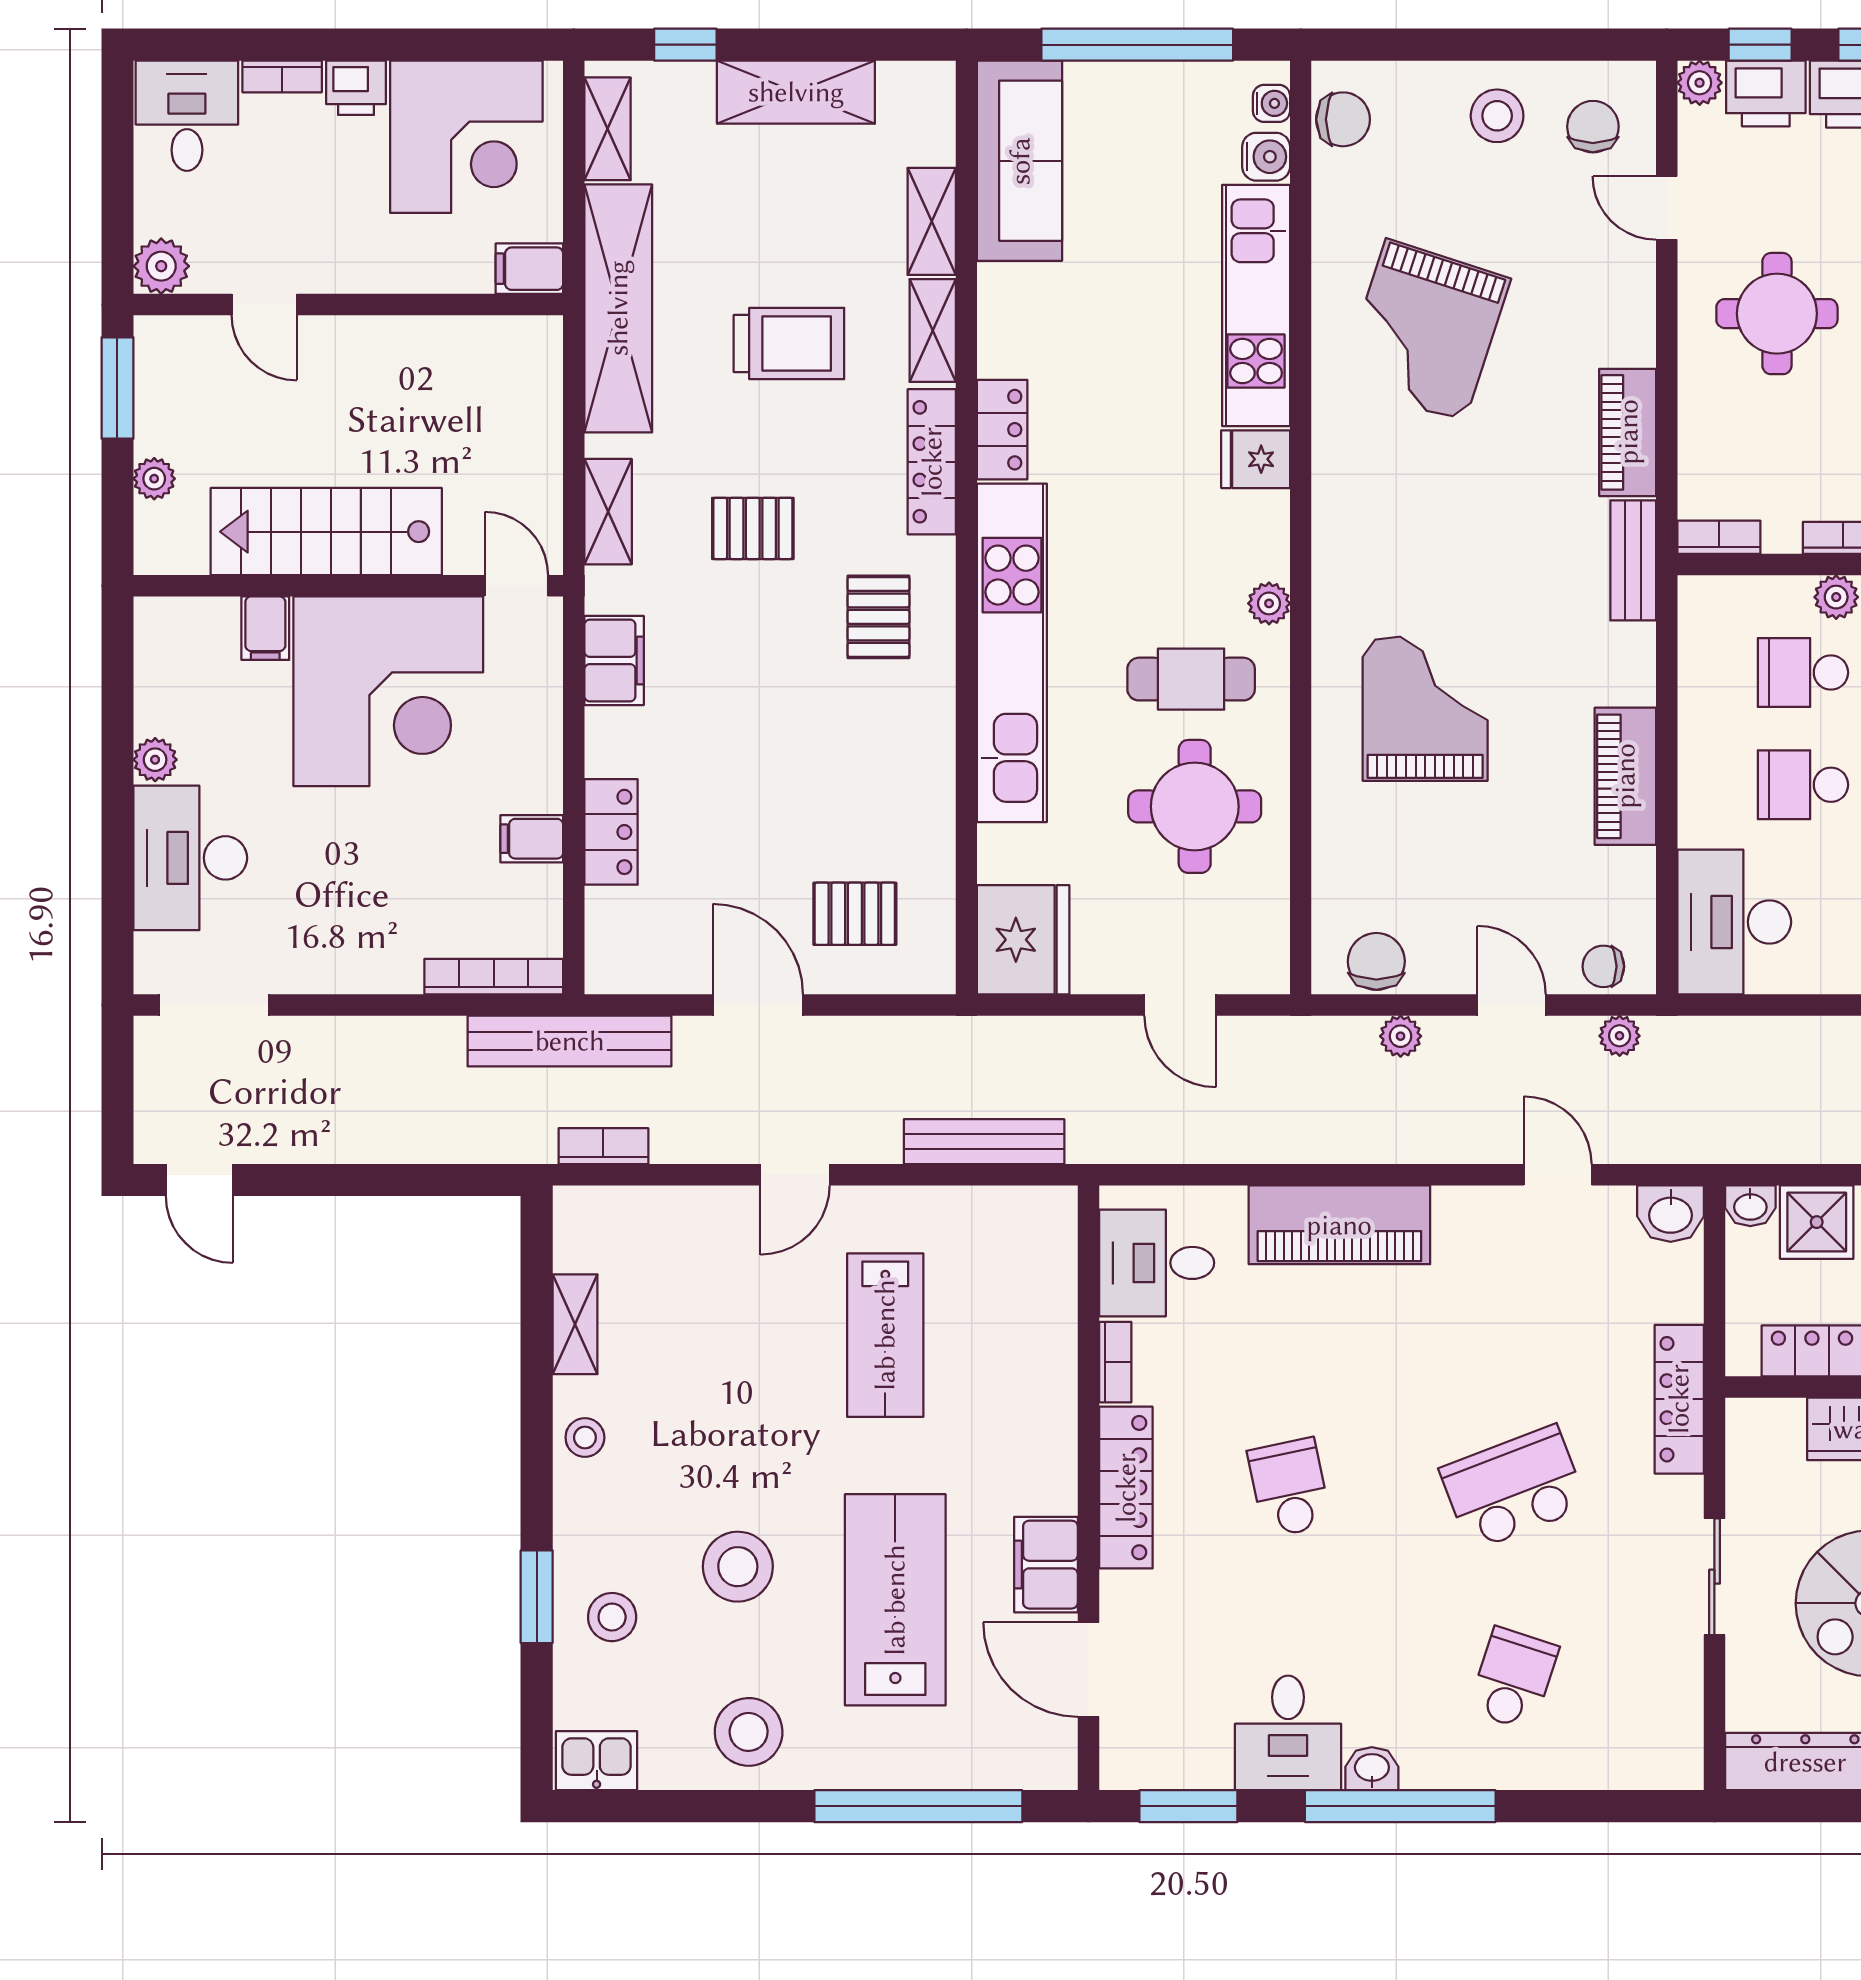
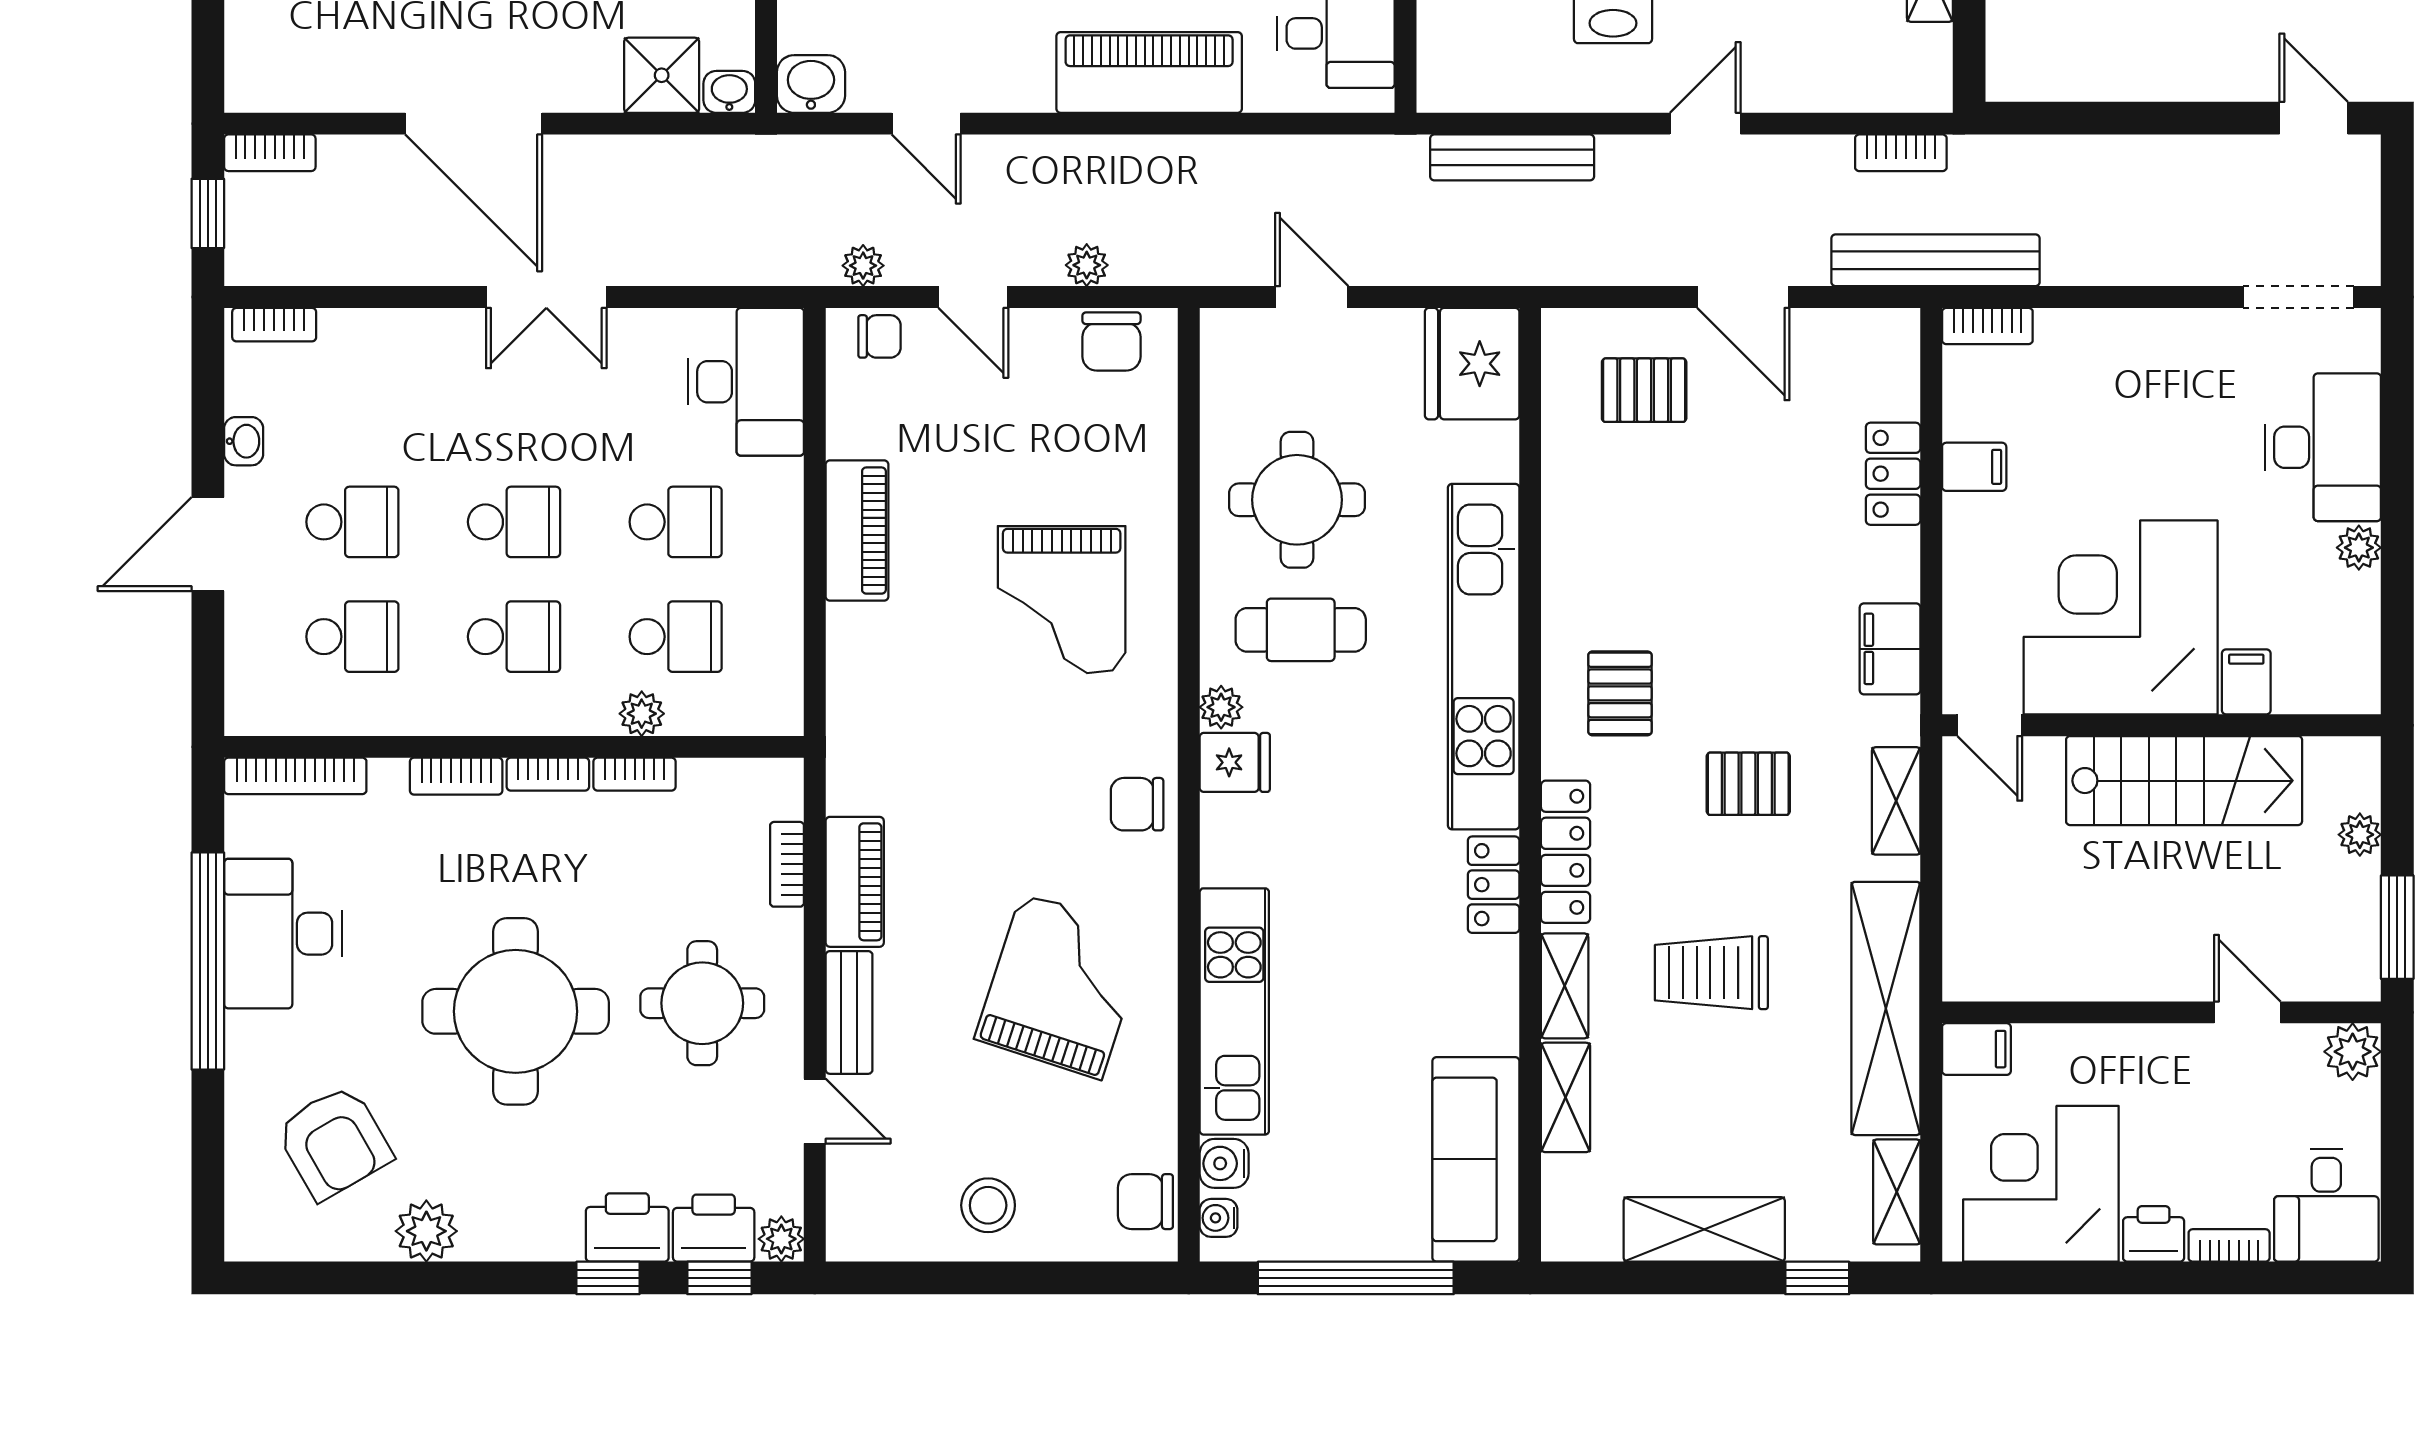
chair: (1593, 127) -> (1137, 804), moved, turned 90
fridge: (1256, 459) -> (1235, 762), moved
bookcase: (1719, 537) -> (787, 864), moved, turned 90
bench: (1633, 560) -> (849, 1012), moved
bookcase: (494, 977) -> (1987, 326), width x0.64

